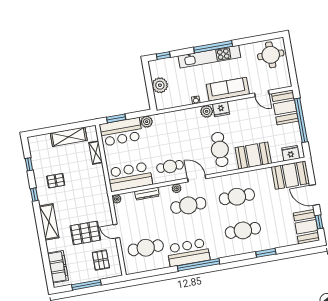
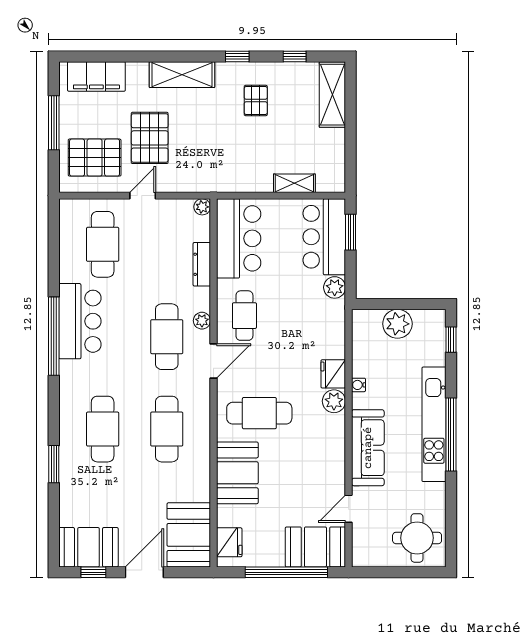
fridge: (221, 109) -> (333, 374), moved
shelving: (69, 137) -> (332, 95), moved
pallet: (101, 260) -> (95, 158), width x1.50, depth x1.42

